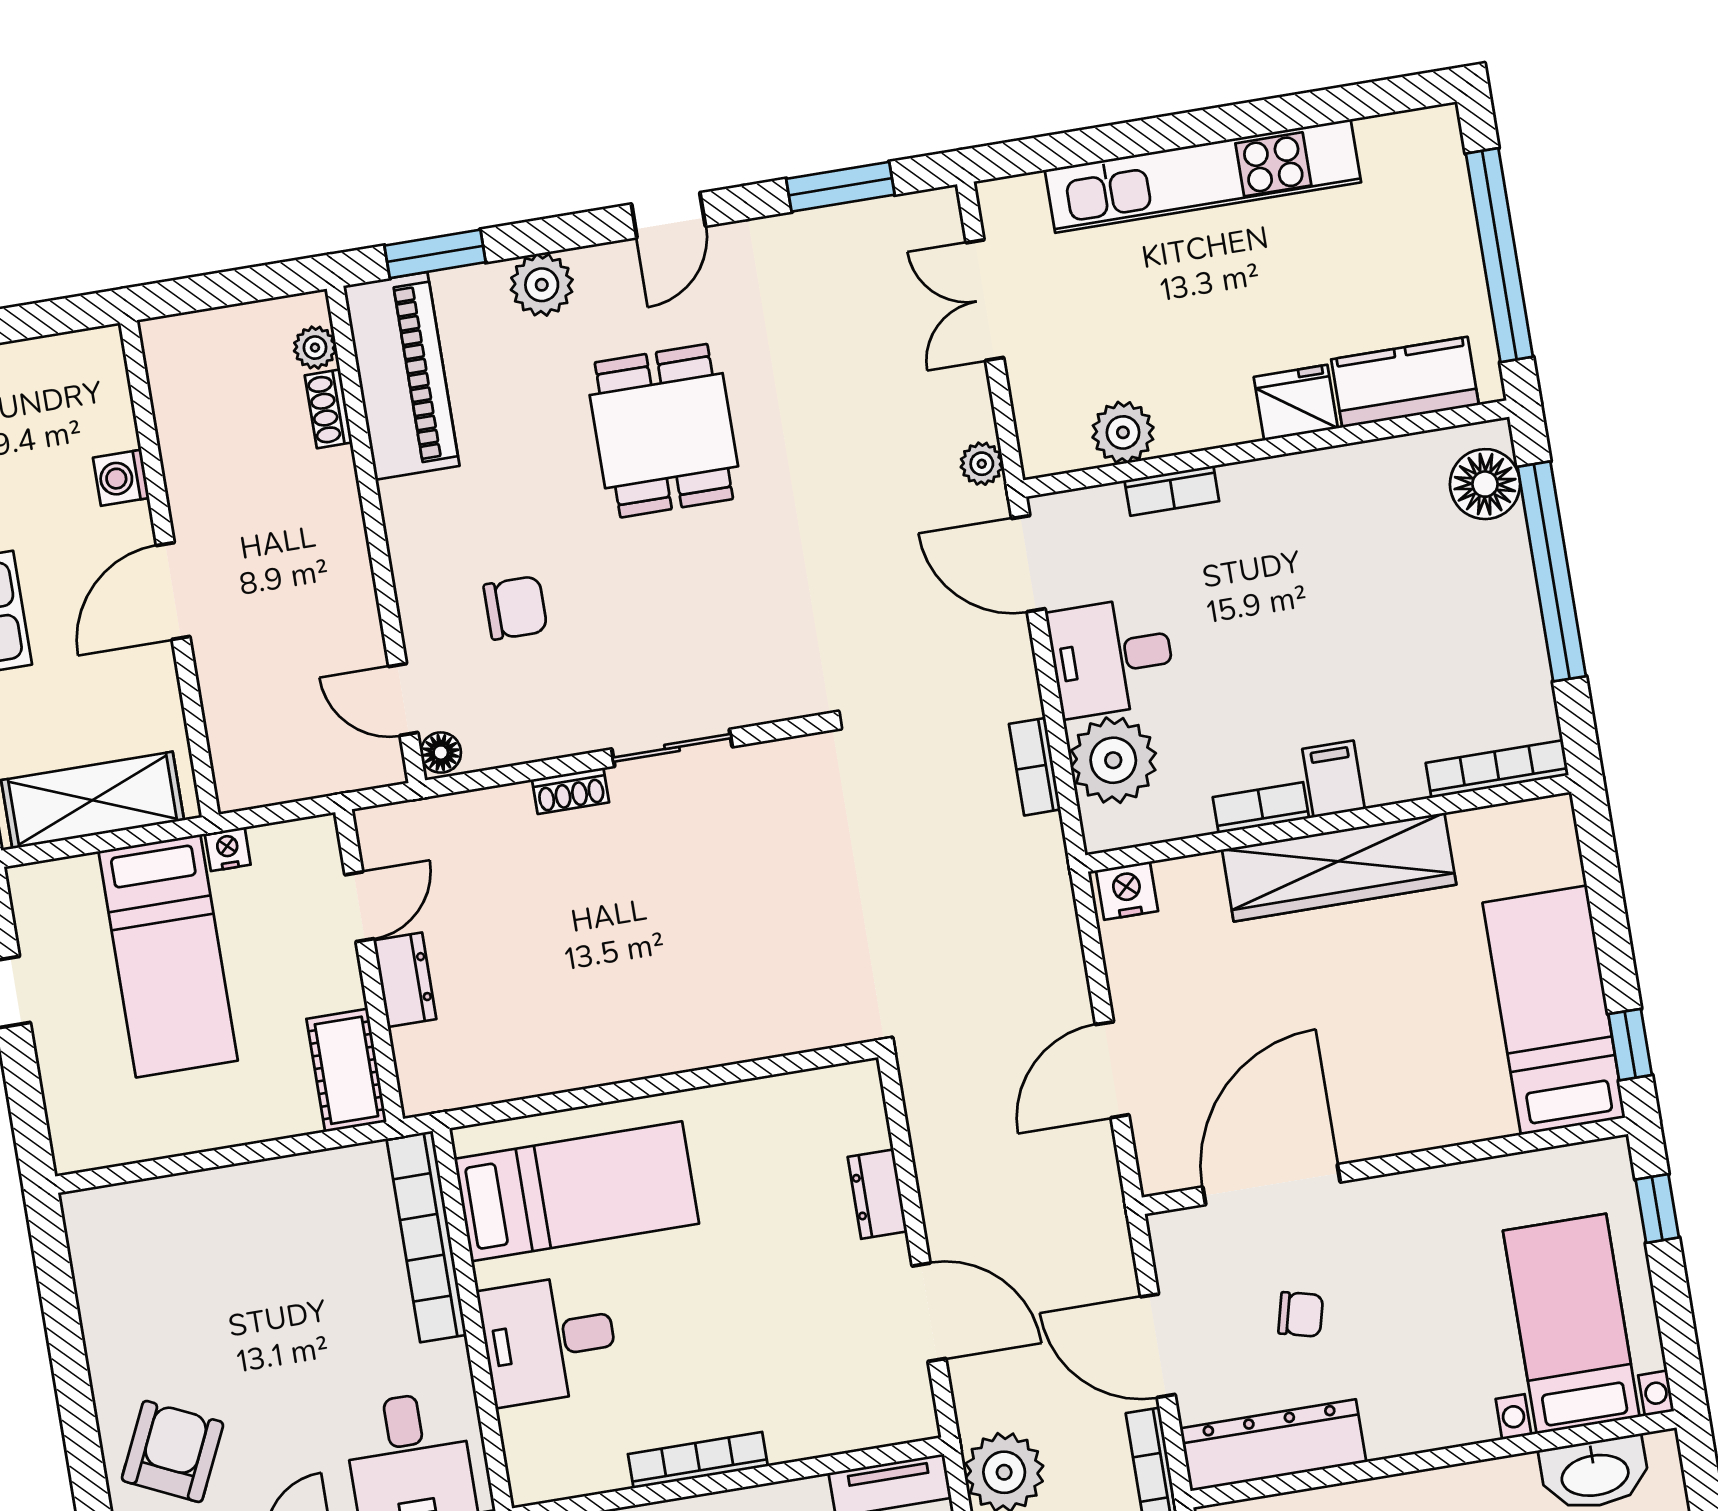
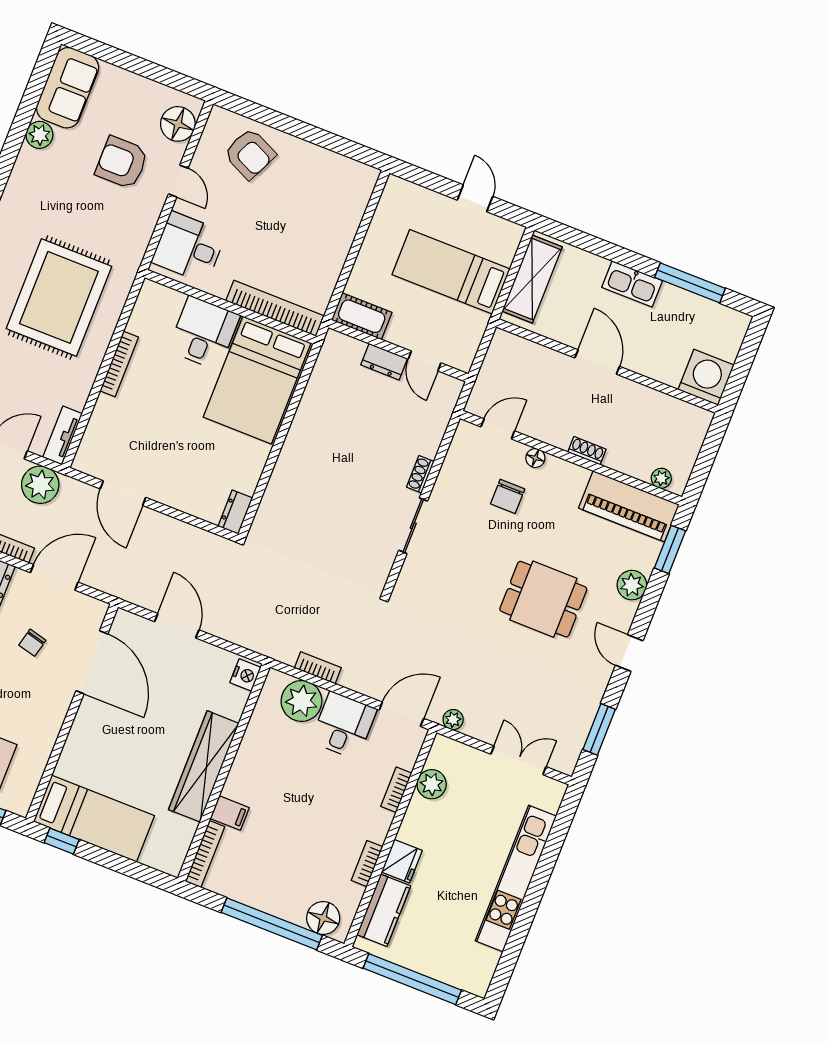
shoe rack: (329, 409) -> (587, 451), moved
washing machine: (121, 478) -> (706, 377), moved, width x1.89, depth x1.89
floor lamp: (441, 753) -> (535, 458), moved
filing cabinet: (1334, 779) -> (230, 813), moved
bookcase: (1261, 808) -> (367, 864), moved, turned 180
nightstand: (228, 849) -> (480, 322), removed
bed: (577, 1191) -> (257, 380), width x1.50
dresser: (877, 1194) -> (235, 512), moved, turned -90
door: (929, 1312) -> (123, 493), hinge flipped

